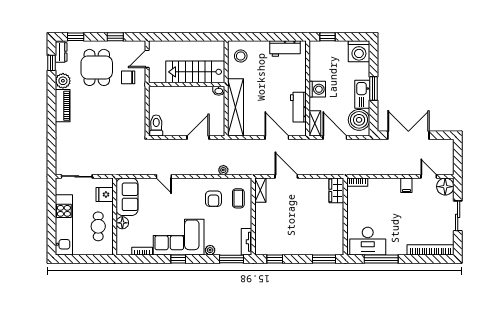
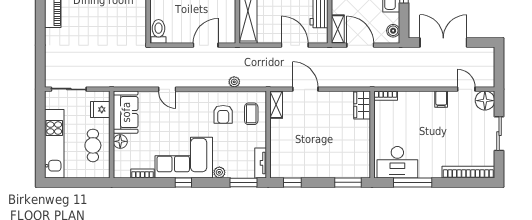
boiler: (359, 120) -> (393, 31), width x0.54, depth x0.54

